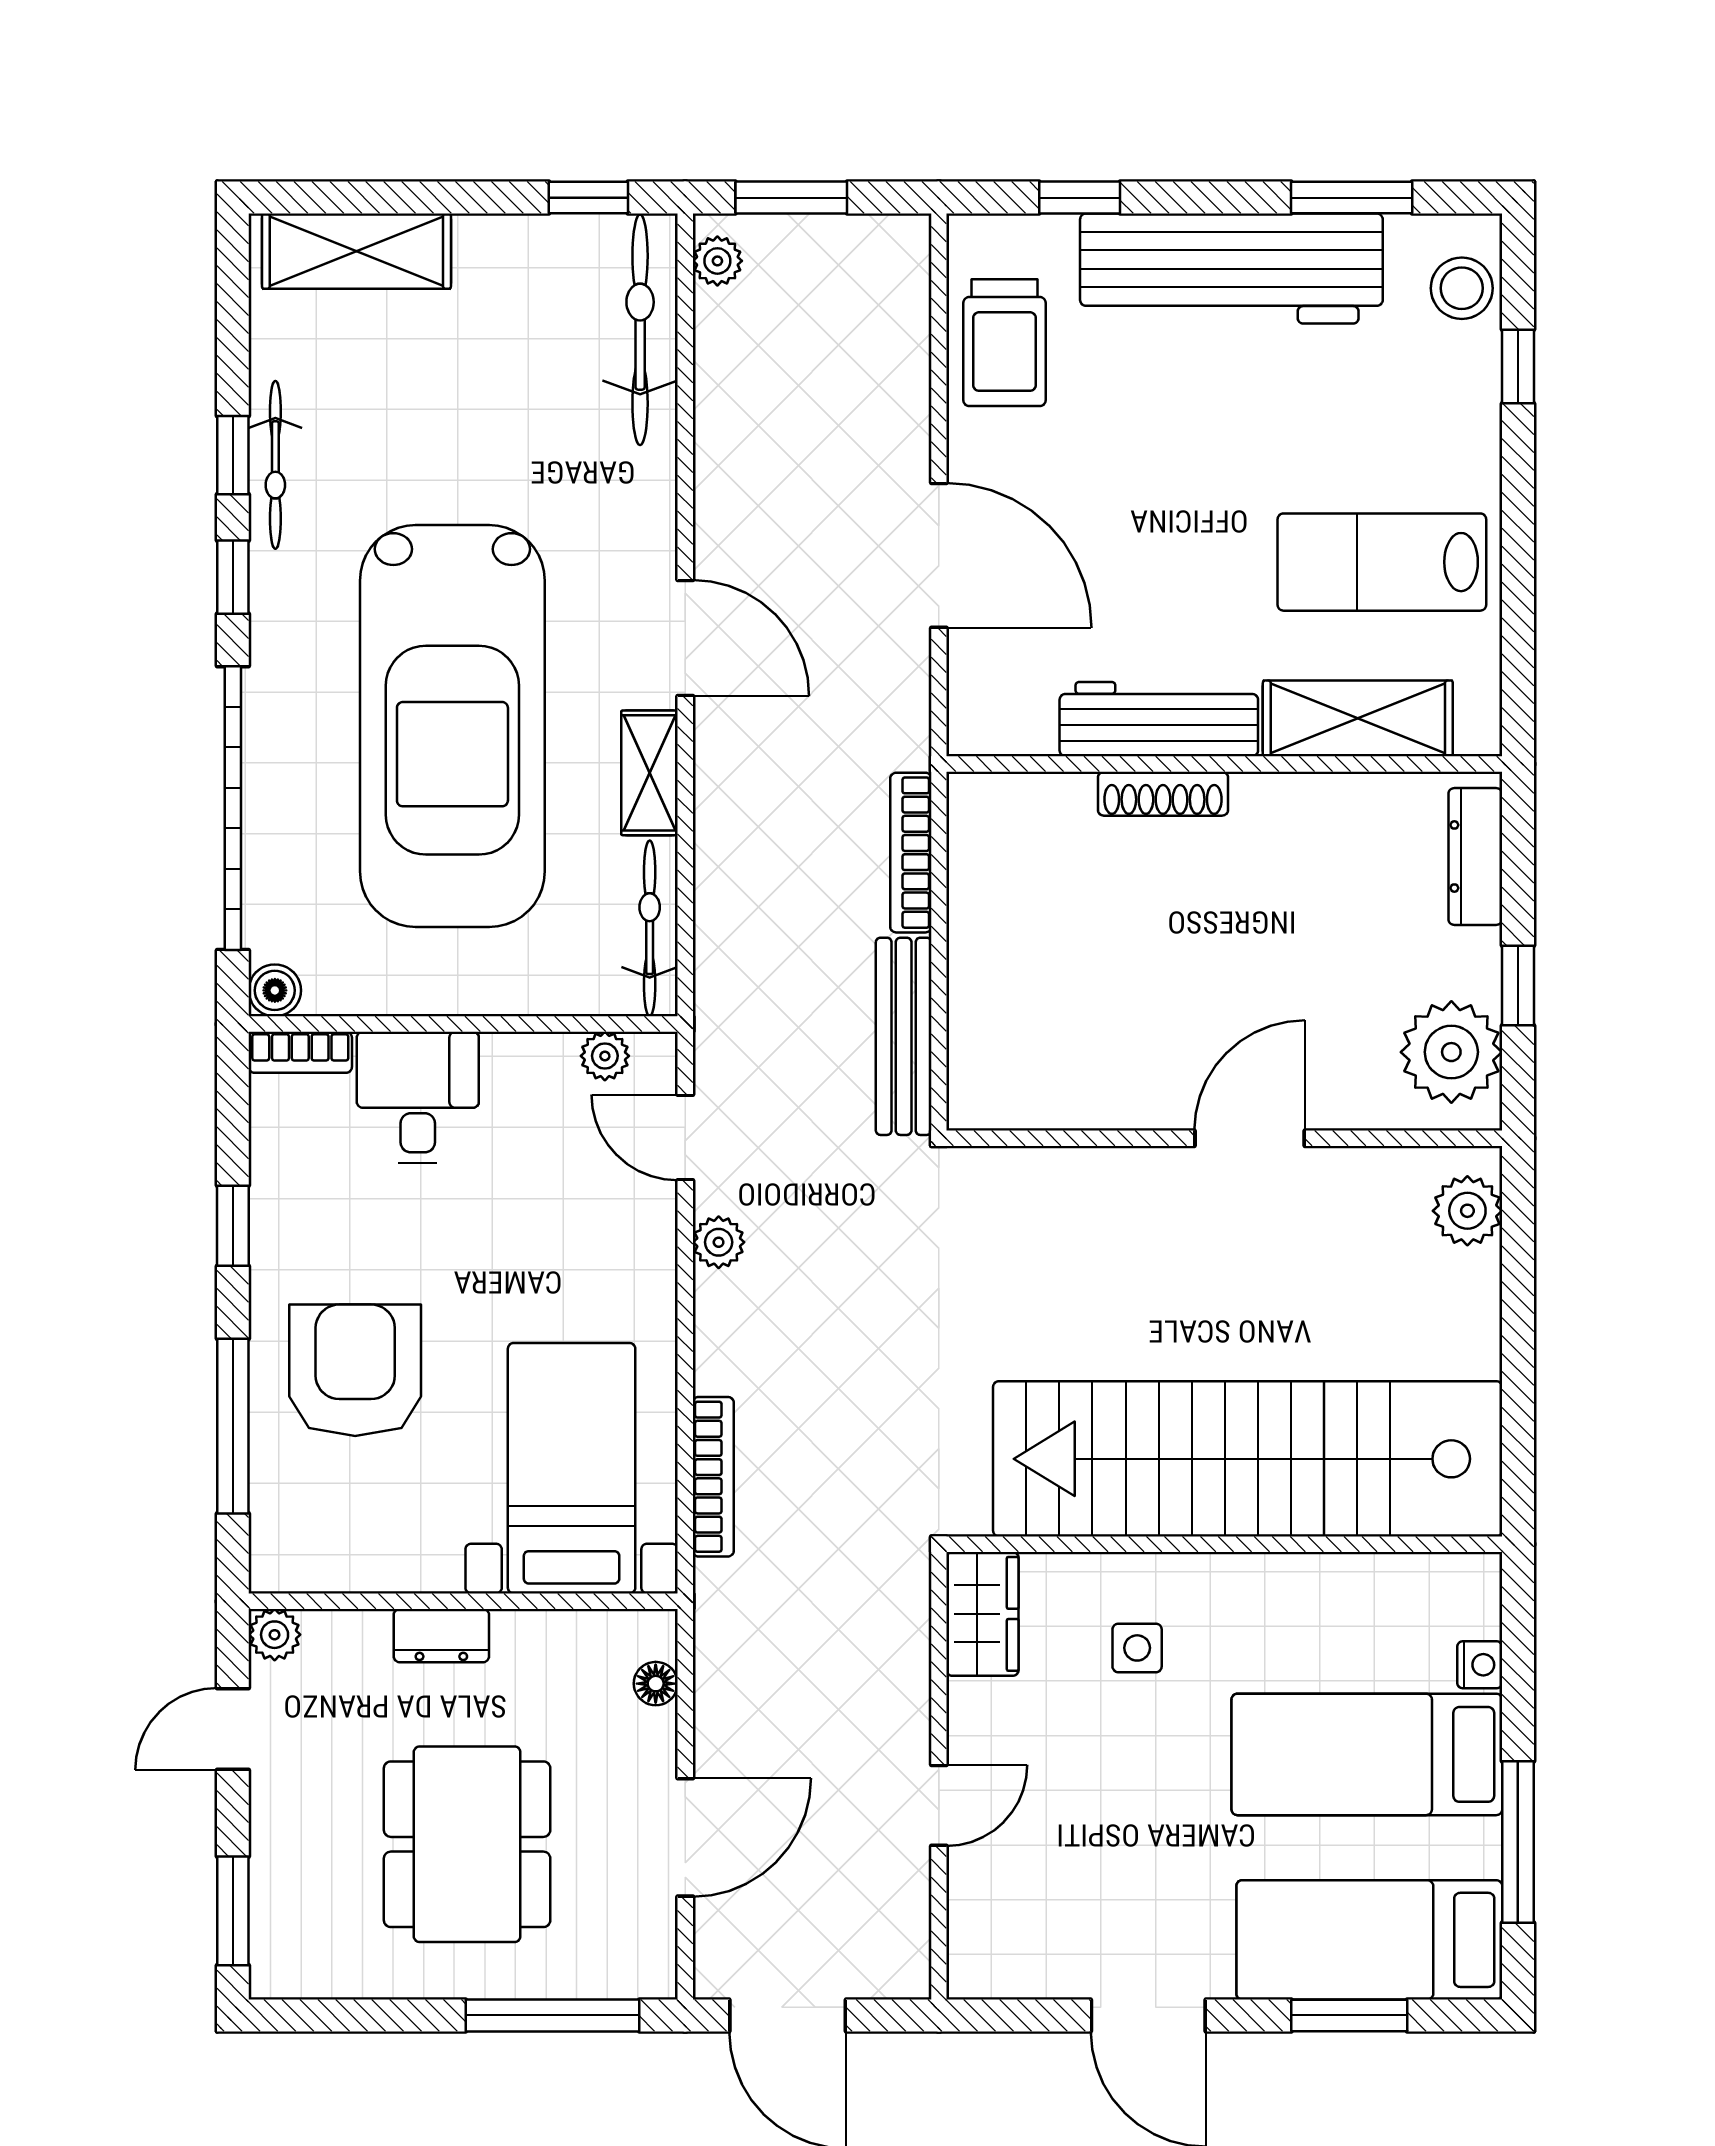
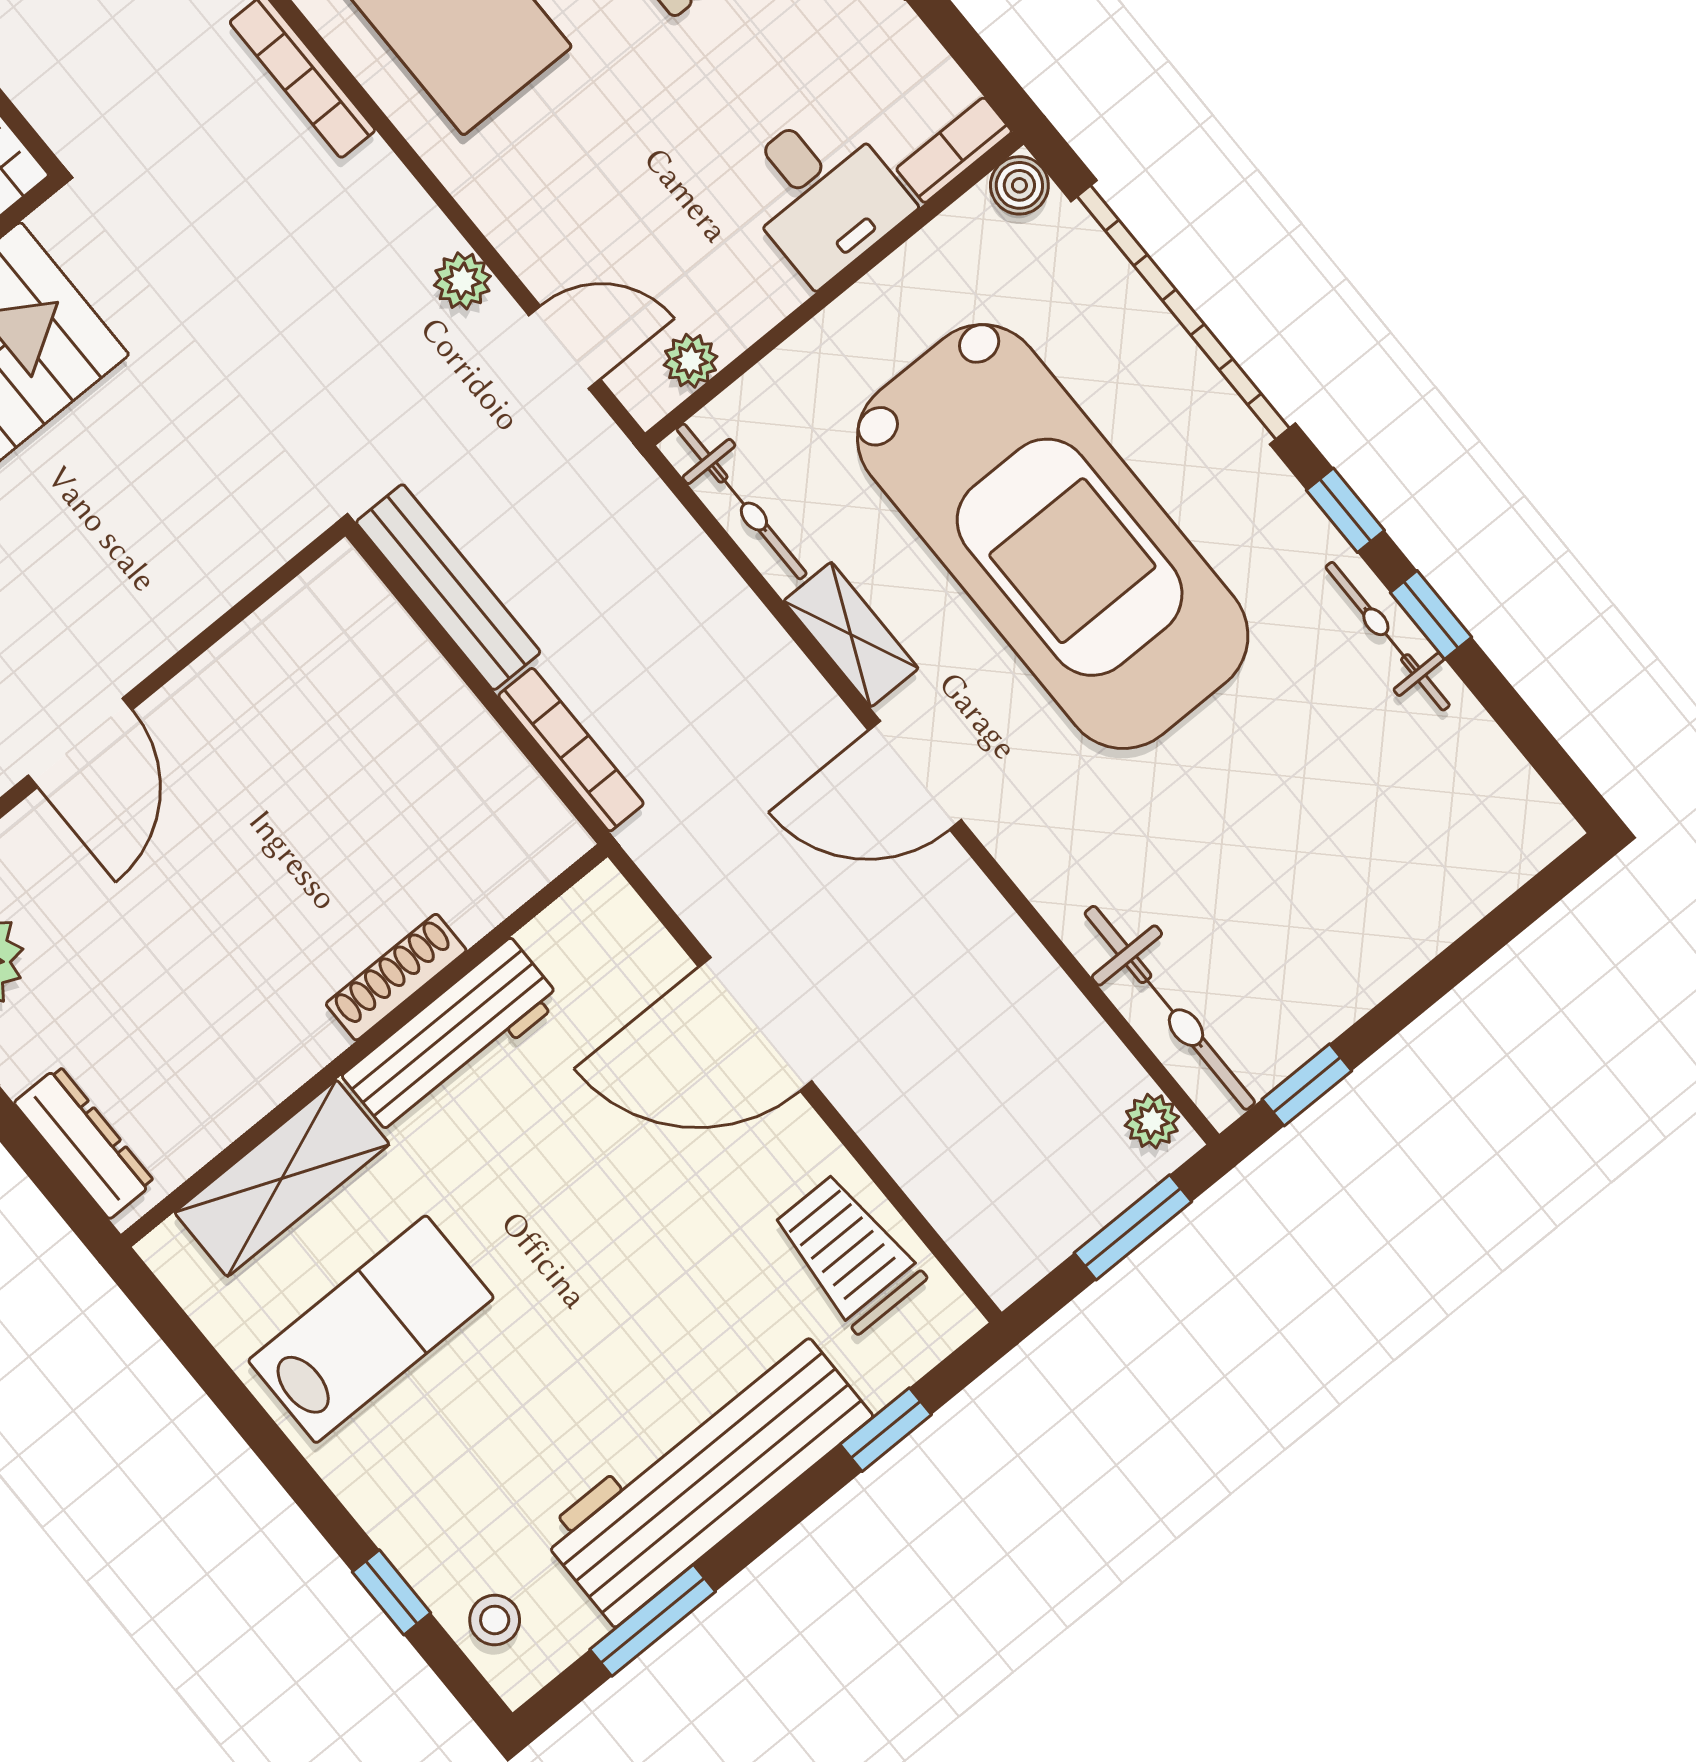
shelving: (356, 251) -> (1468, 876), removed
stool: (1462, 288) -> (495, 1620), width x0.73, depth x0.73
car: (452, 726) -> (1053, 537), turned 180

